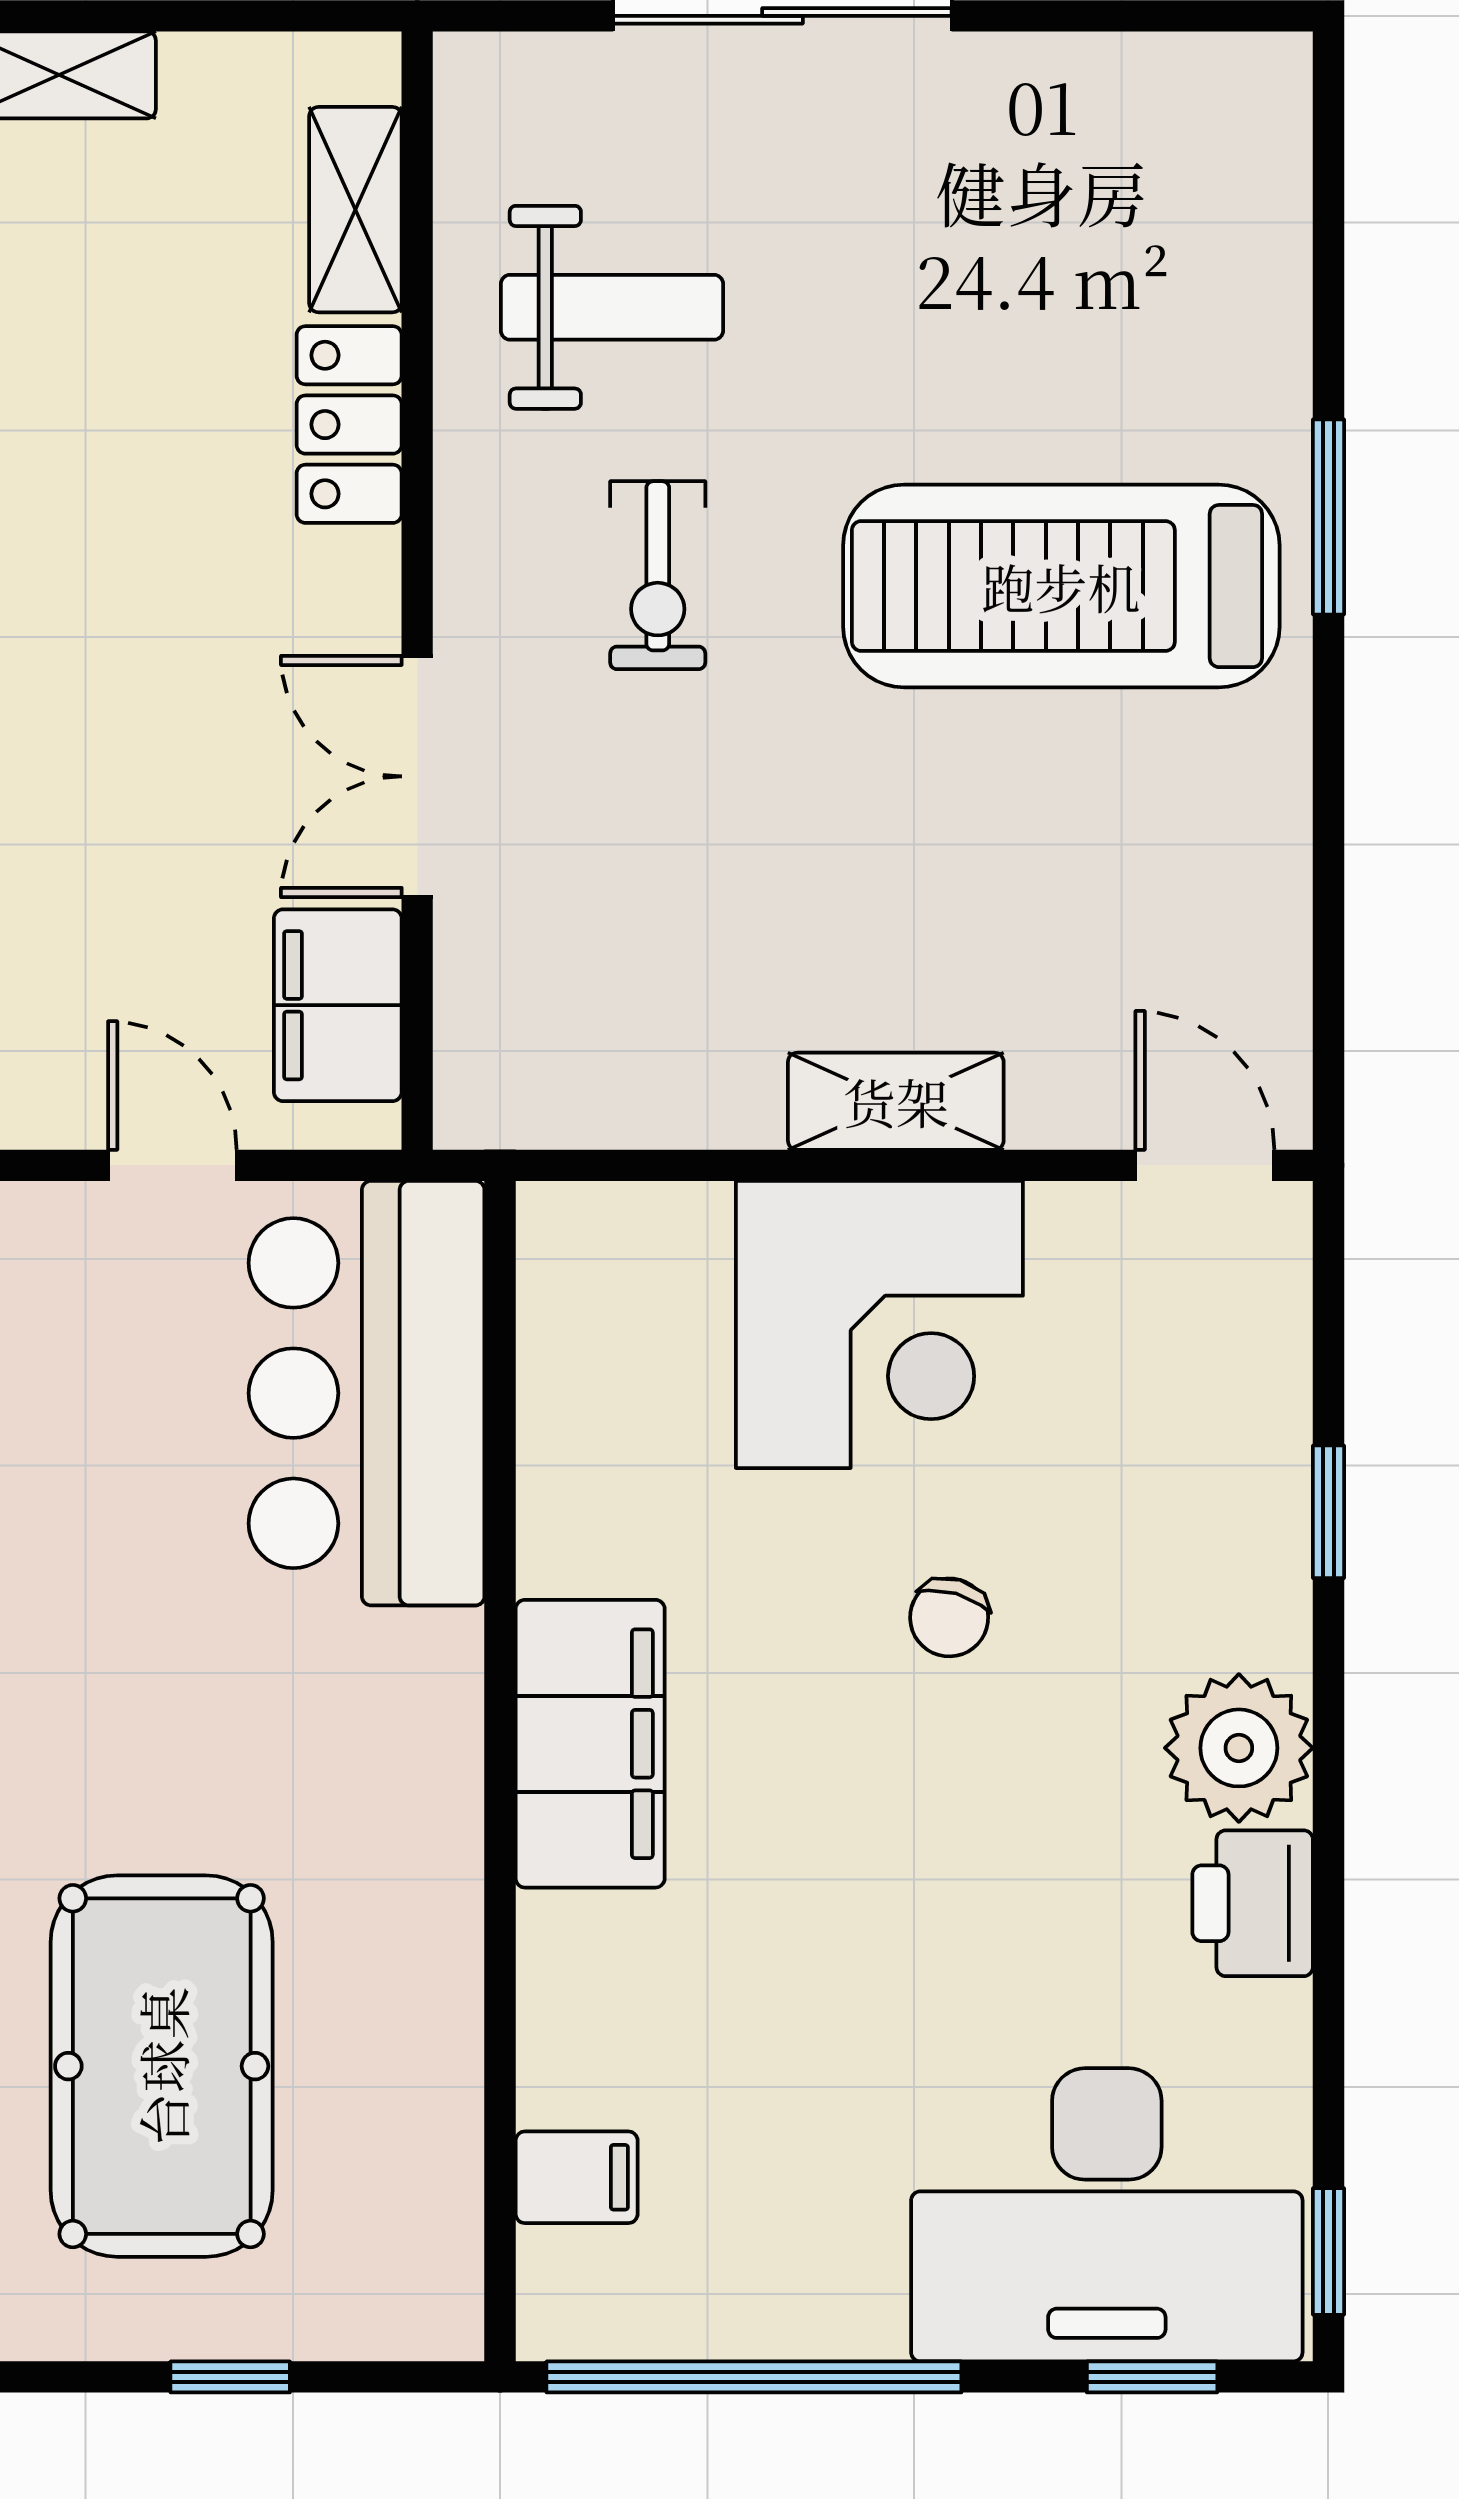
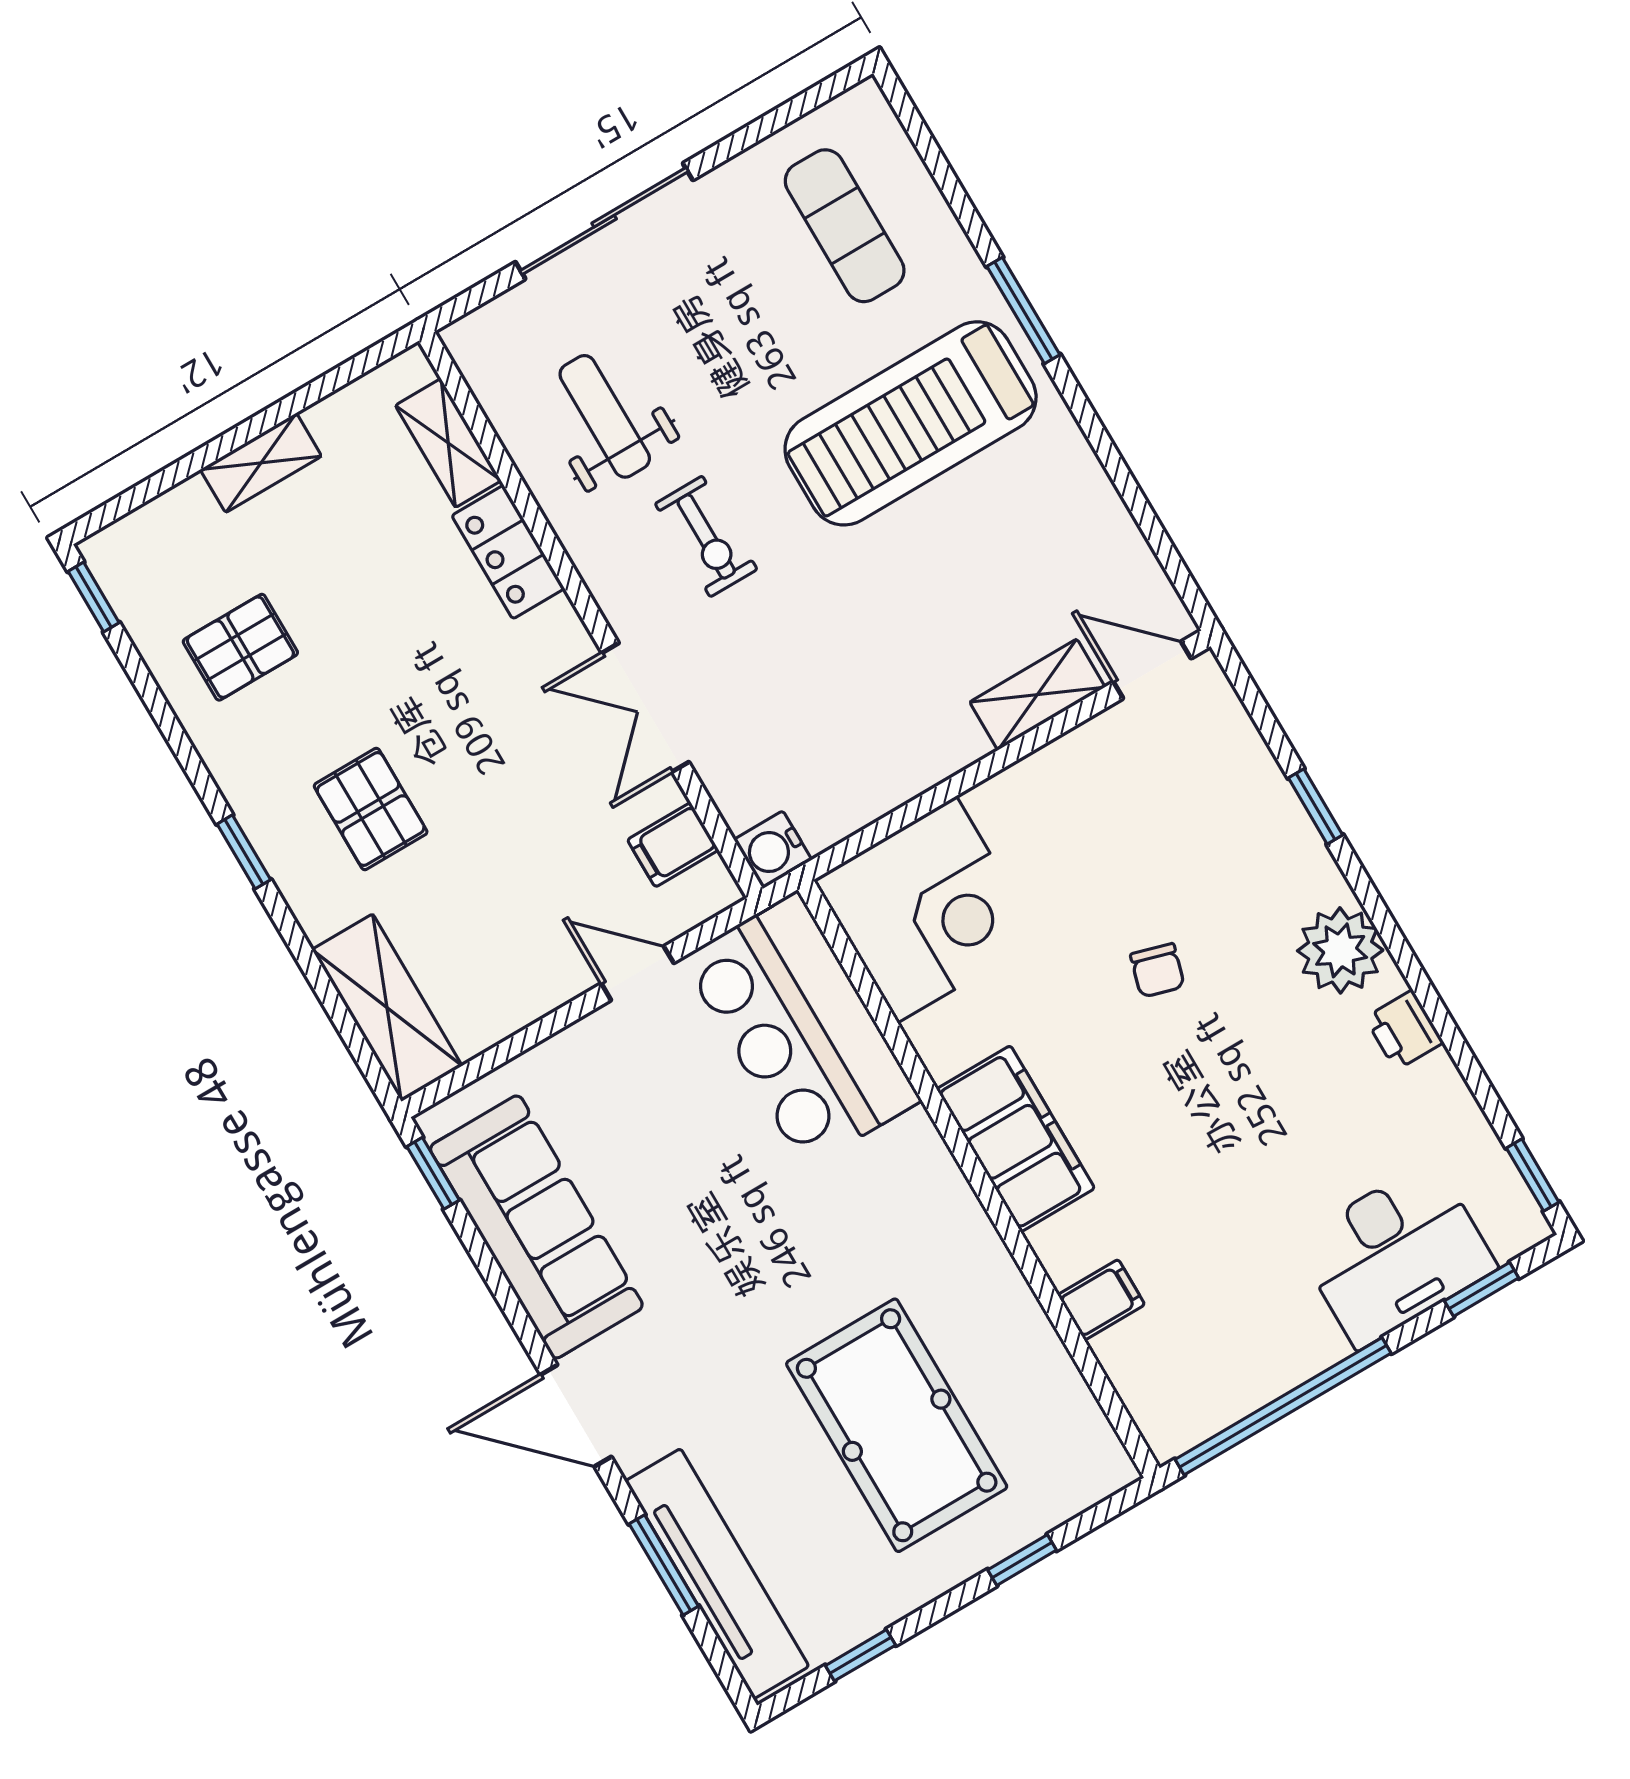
exercise mat: (1137, 234) -> (845, 226), added
weight bench: (612, 307) -> (605, 416), turned -90
filing cabinet: (338, 1005) -> (673, 845), width x0.50
water cooler: (482, 1100) -> (773, 850), added
shelving: (896, 1101) -> (1037, 695), moved
corner desk: (879, 1324) -> (927, 910), moved
printer: (1253, 1903) -> (1404, 1030), width x0.73, depth x0.81
filing cabinet: (577, 2177) -> (1101, 1300), moved
desk: (1107, 2215) -> (1395, 1254), width x0.73, depth x0.77

